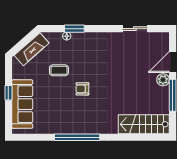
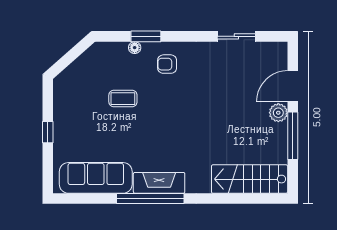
fireplace: (32, 49) -> (159, 183), moved, turned -139
armchair: (82, 89) -> (167, 64), moved
sofa: (22, 104) -> (96, 178), moved, turned -90

